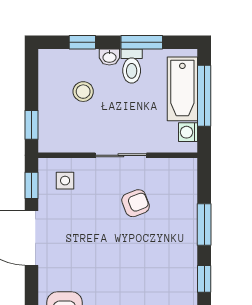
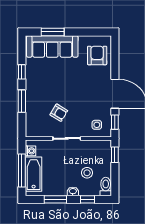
toilet: (132, 66) -> (106, 186), moved
armchair: (136, 203) -> (59, 113), turned -128

